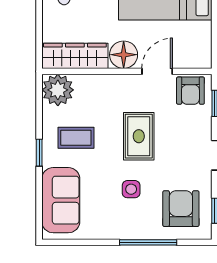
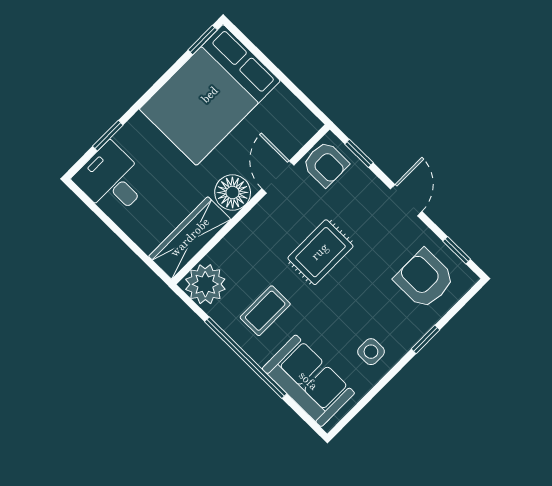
rug: (139, 136) -> (320, 252), turned 90
window: (39, 153) -> (246, 358), width x3.17
side table: (131, 189) -> (371, 352), moved
window: (148, 242) -> (425, 339), width x0.46

